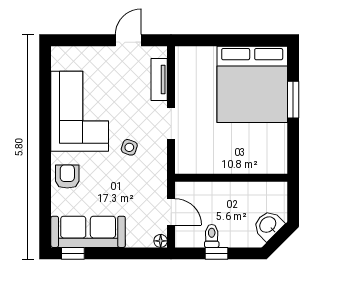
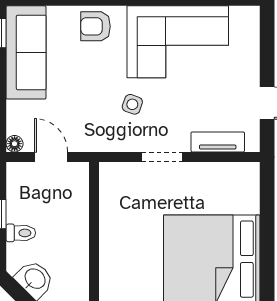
armchair: (67, 177) -> (96, 26), turned 180
door: (171, 212) -> (51, 157), swing flipped
toilet: (212, 236) -> (21, 233), moved

